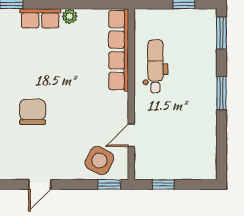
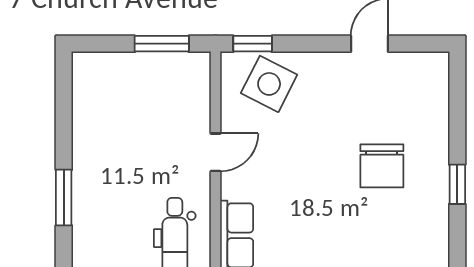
door: (131, 135) -> (216, 152), moved
window: (163, 184) -> (162, 44), width x1.50

